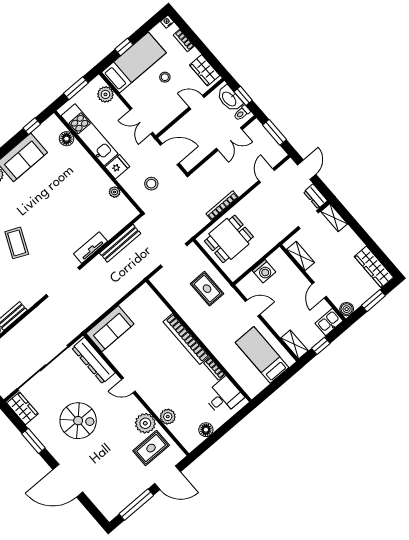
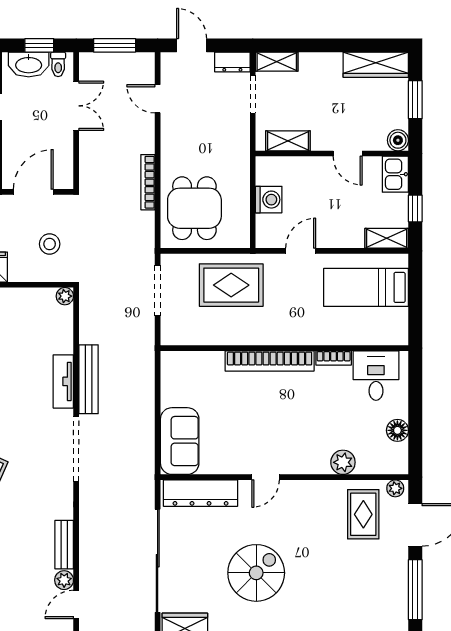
plant: (115, 192) -> (65, 296), moved
bench: (120, 243) -> (89, 379), moved
rug: (207, 289) -> (231, 285), width x1.36, depth x1.43
plant: (145, 423) -> (395, 488), moved, width x0.53, depth x0.53

